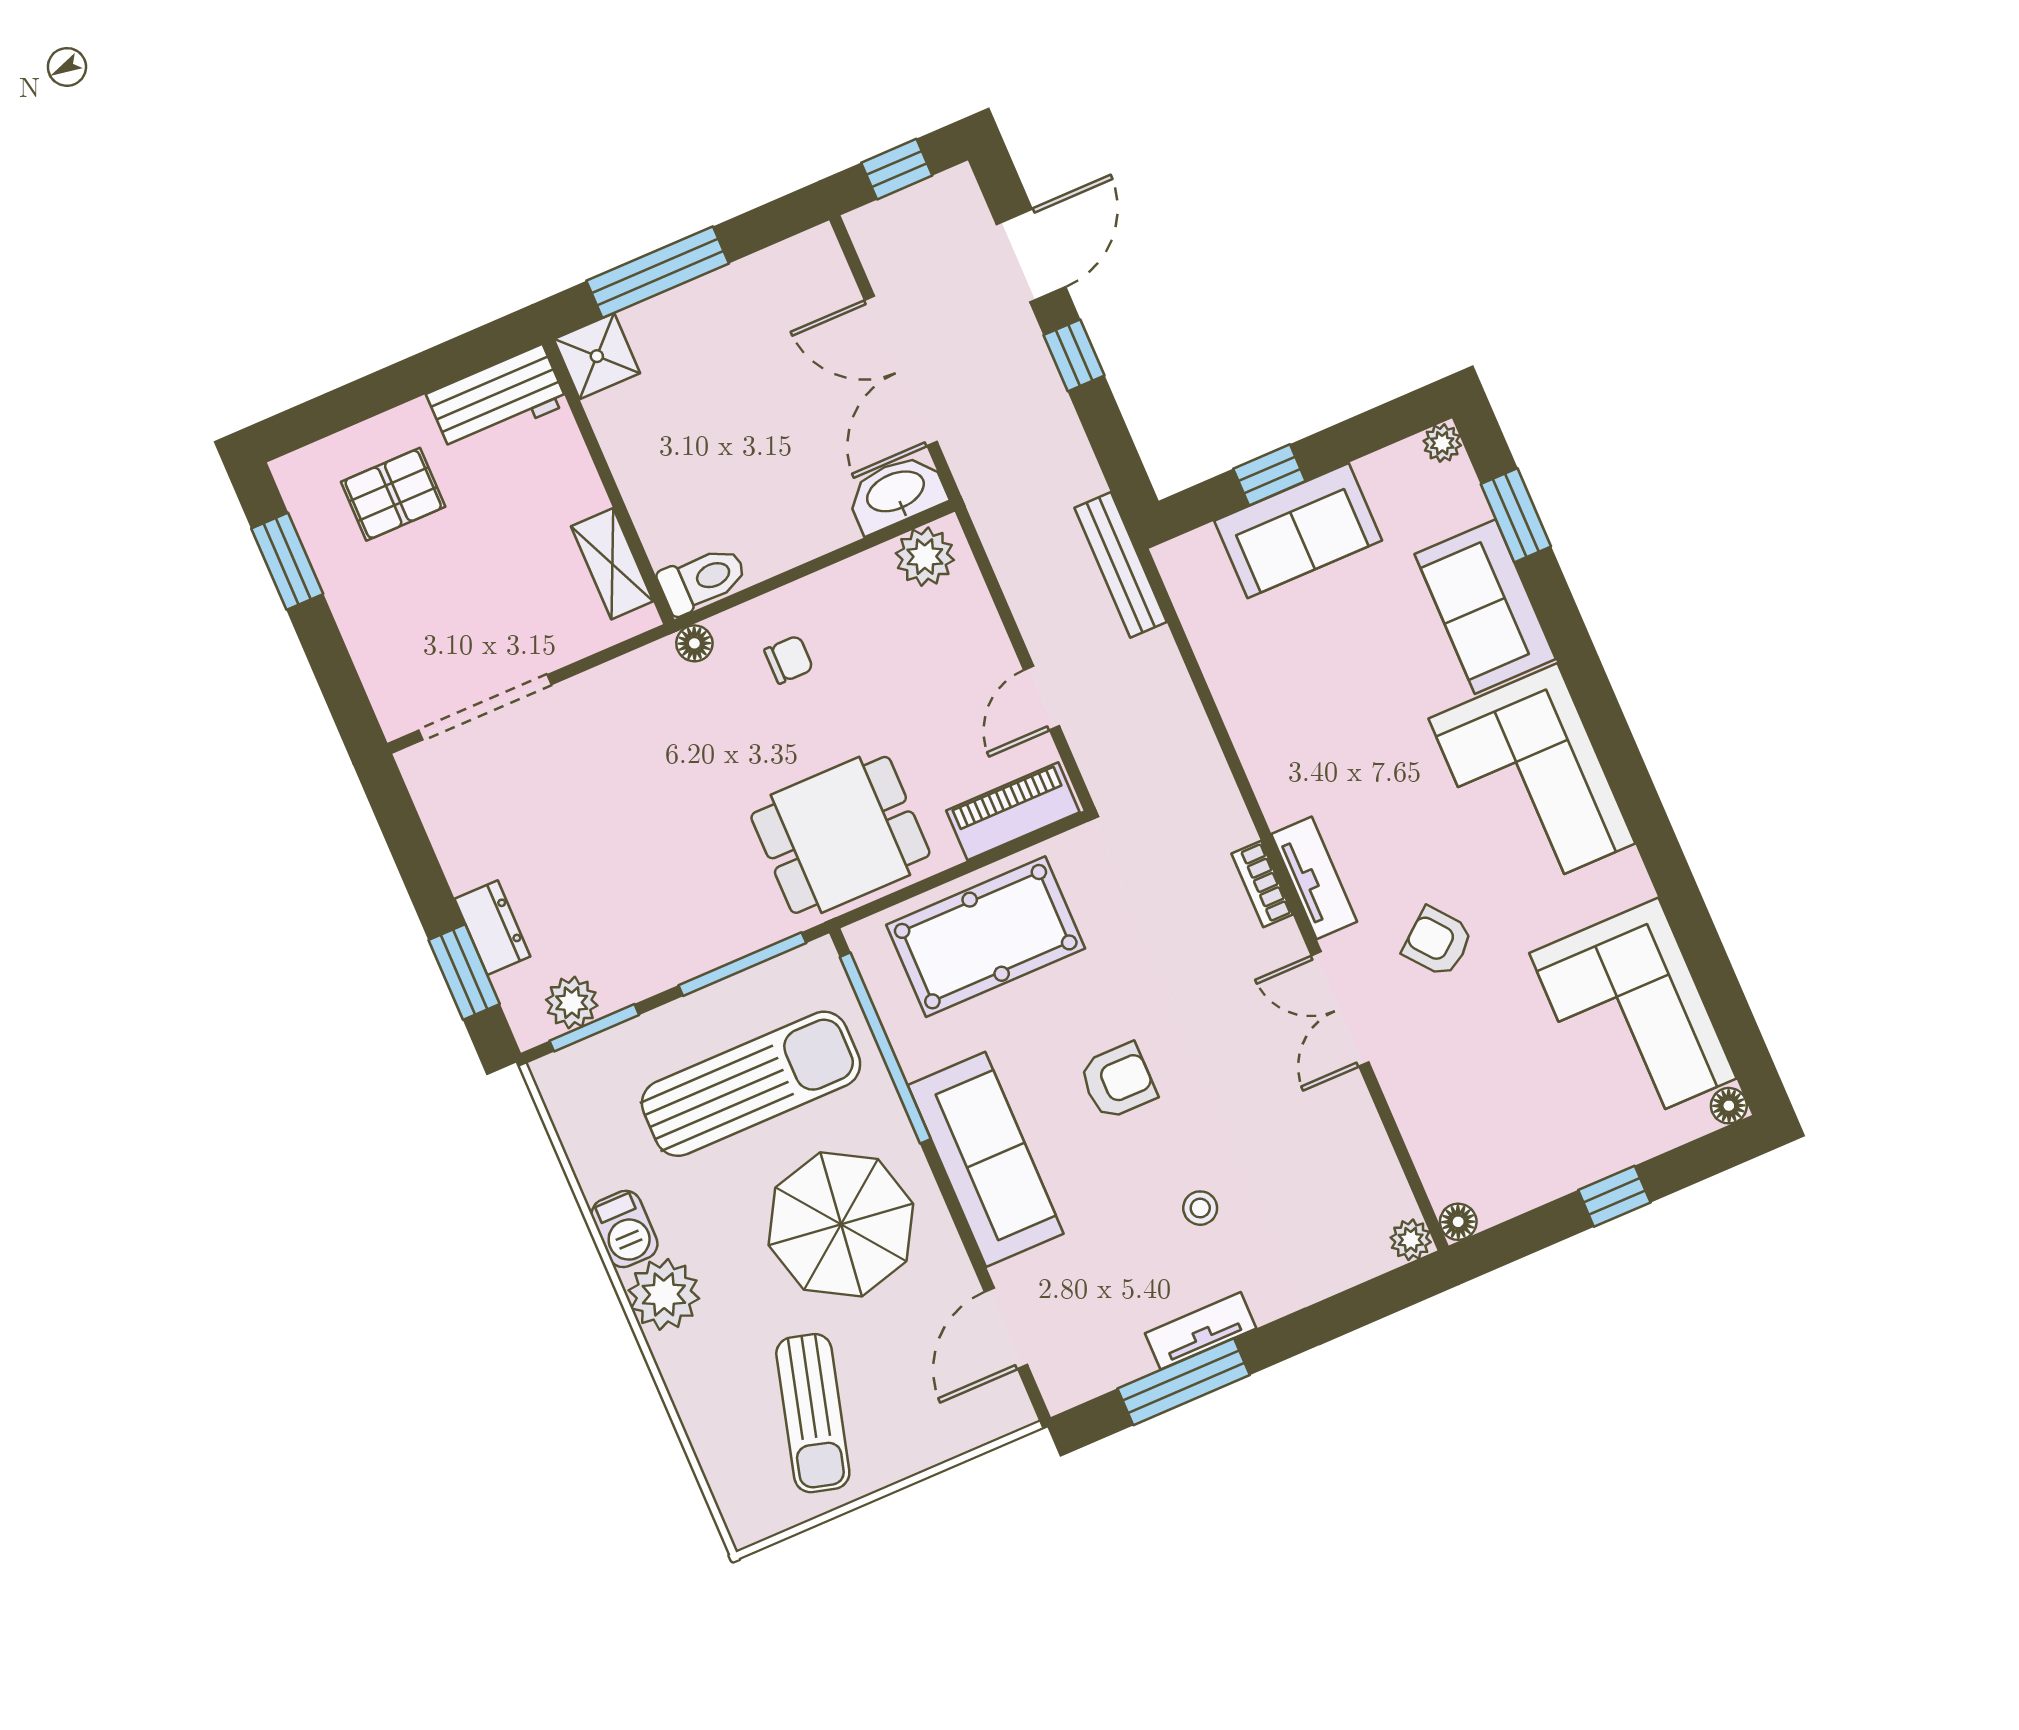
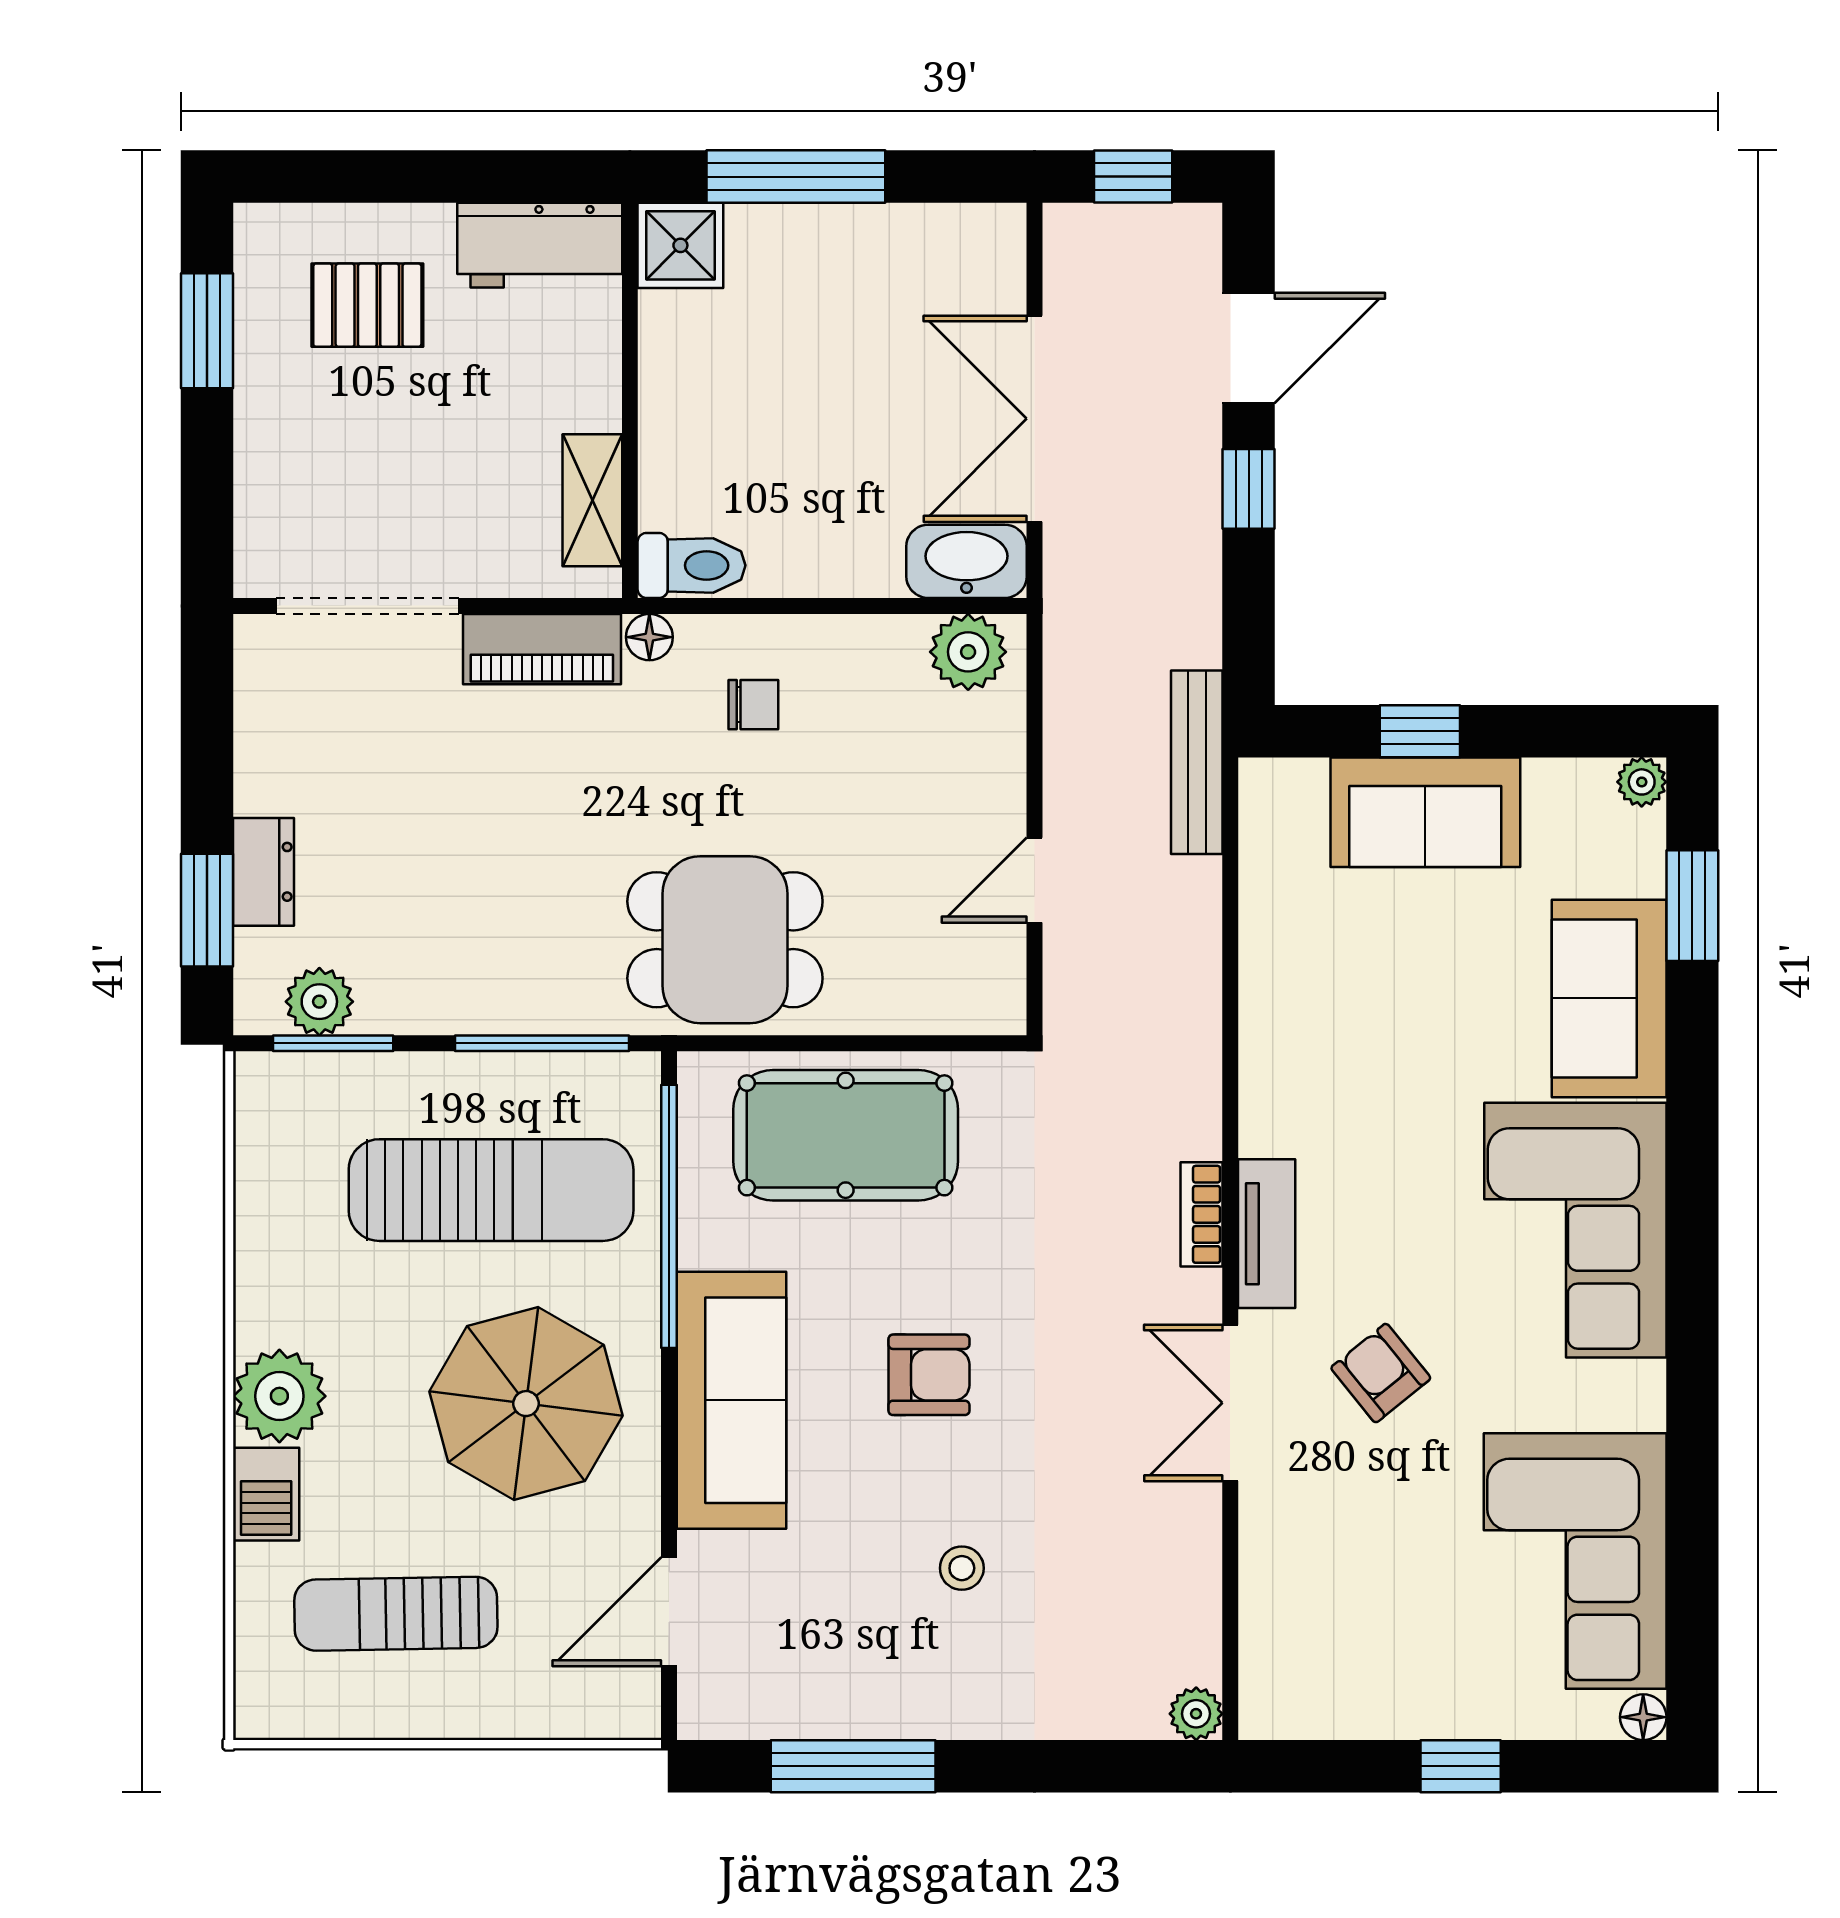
piano: (1013, 811) -> (542, 649), moved, turned 180
floor lamp: (1458, 1222) -> (1262, 1717), removed
barbecue: (625, 1229) -> (266, 1494), moved
tv unit: (1201, 1331) -> (899, 1714), removed
sun lounger: (813, 1413) -> (396, 1614), turned 74

